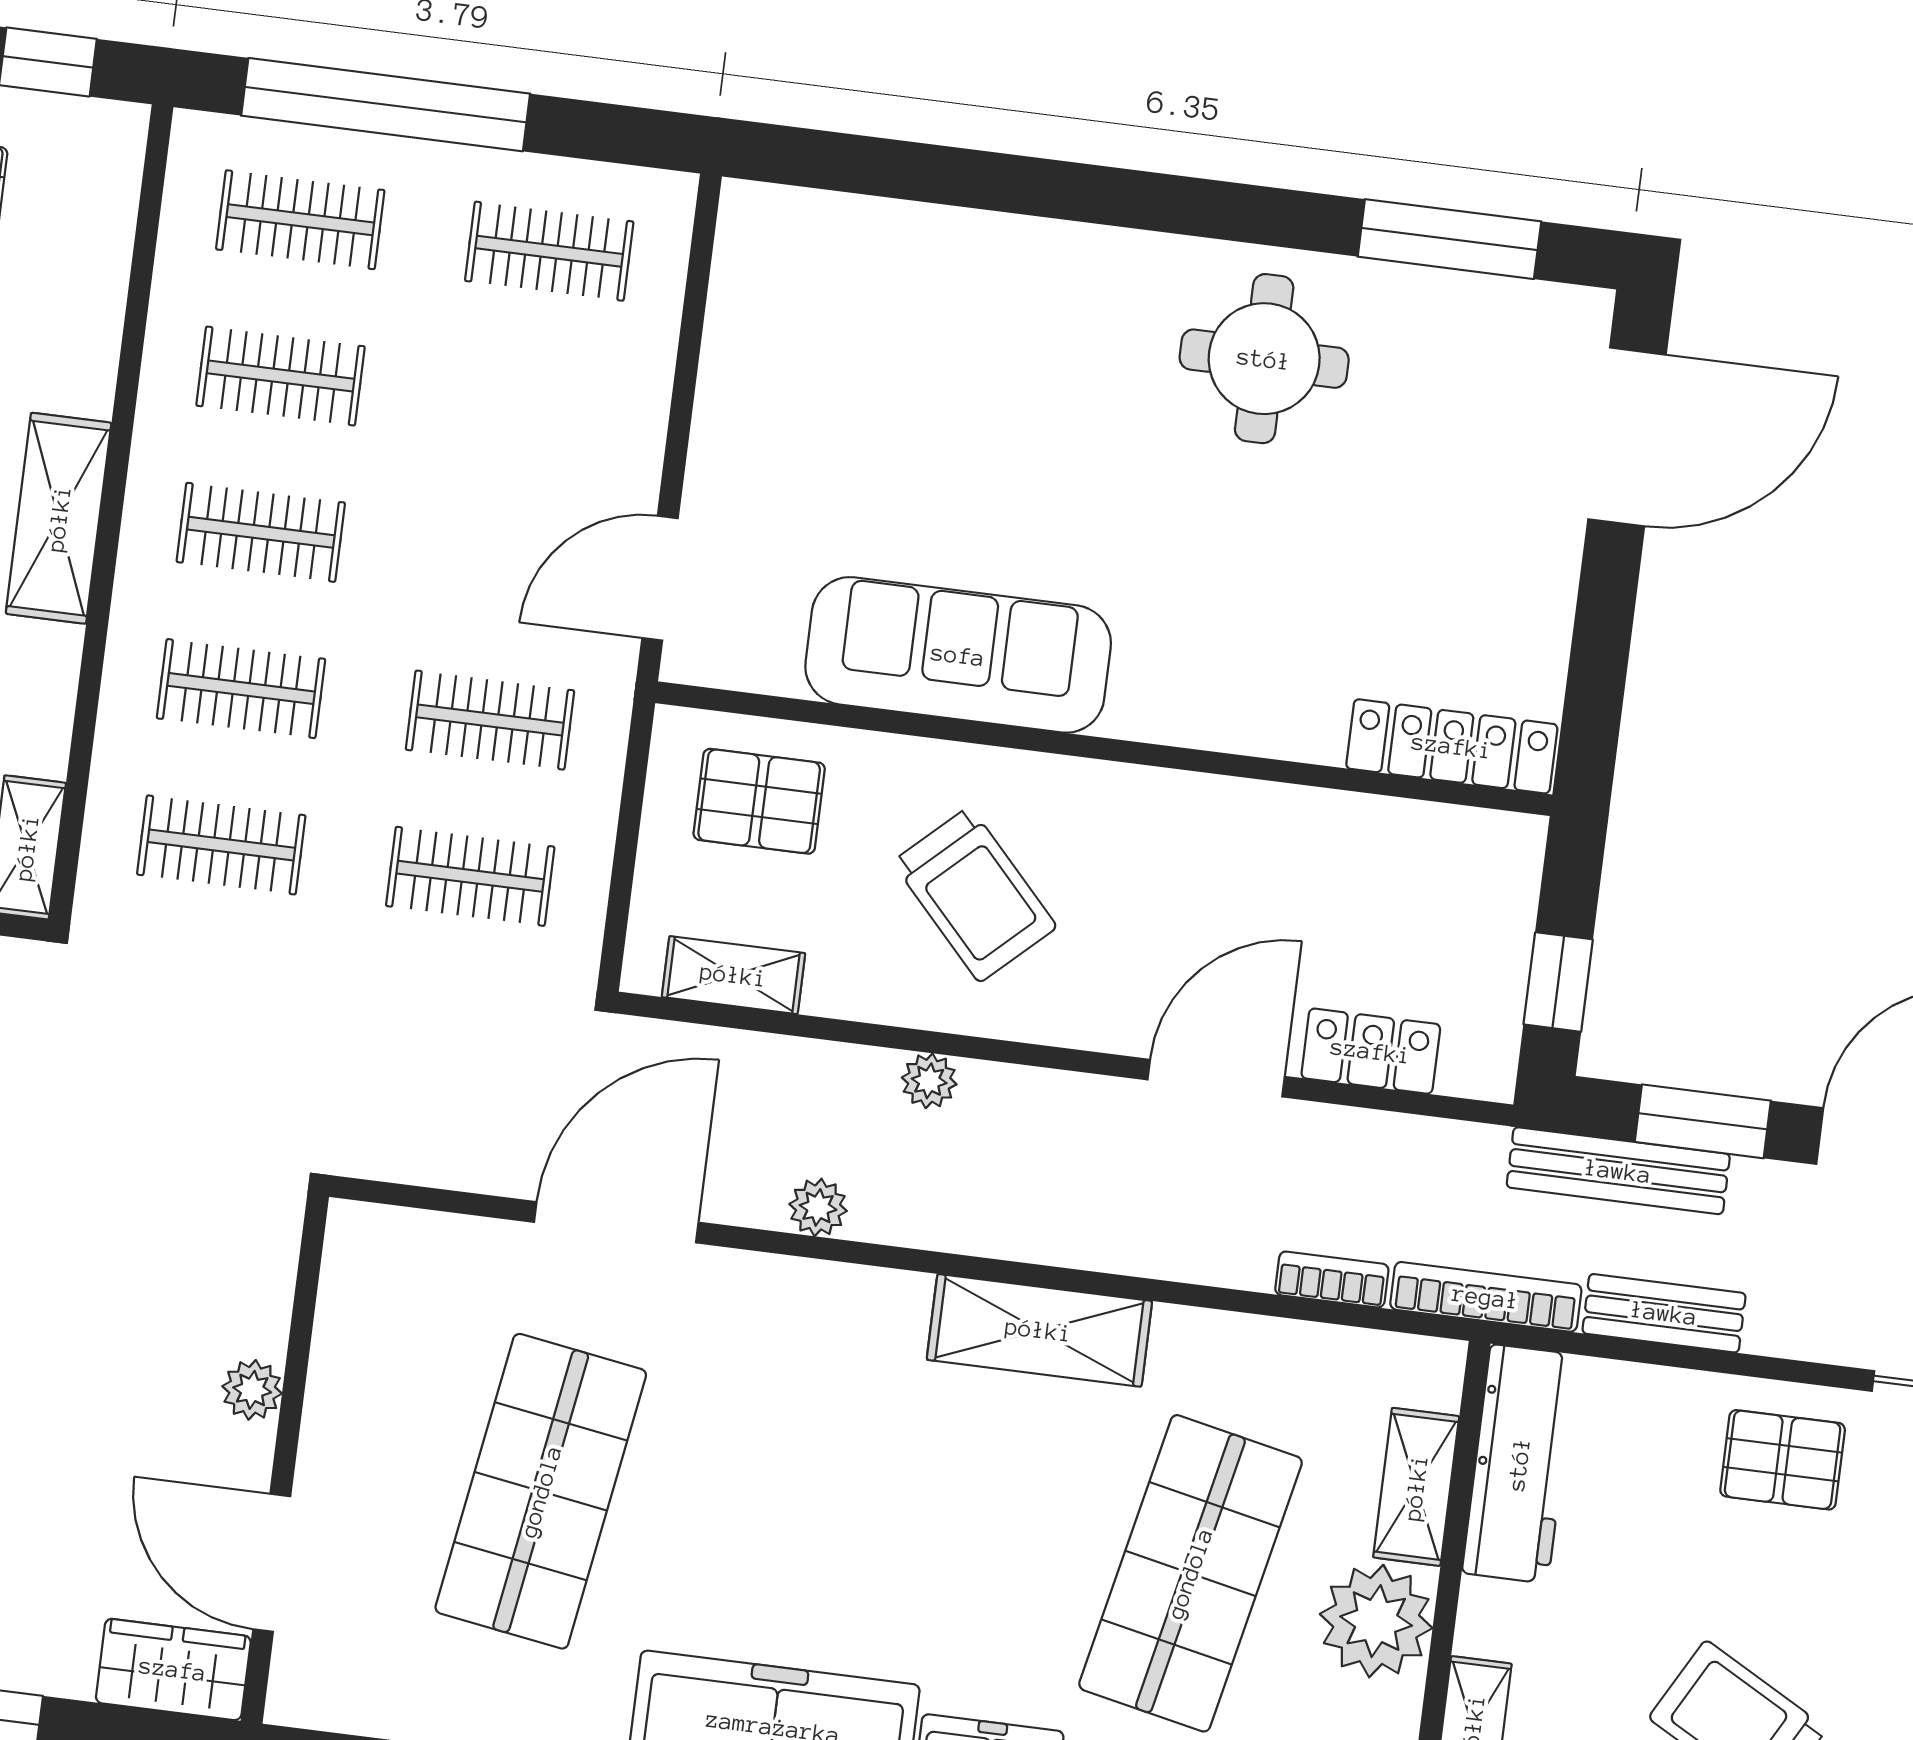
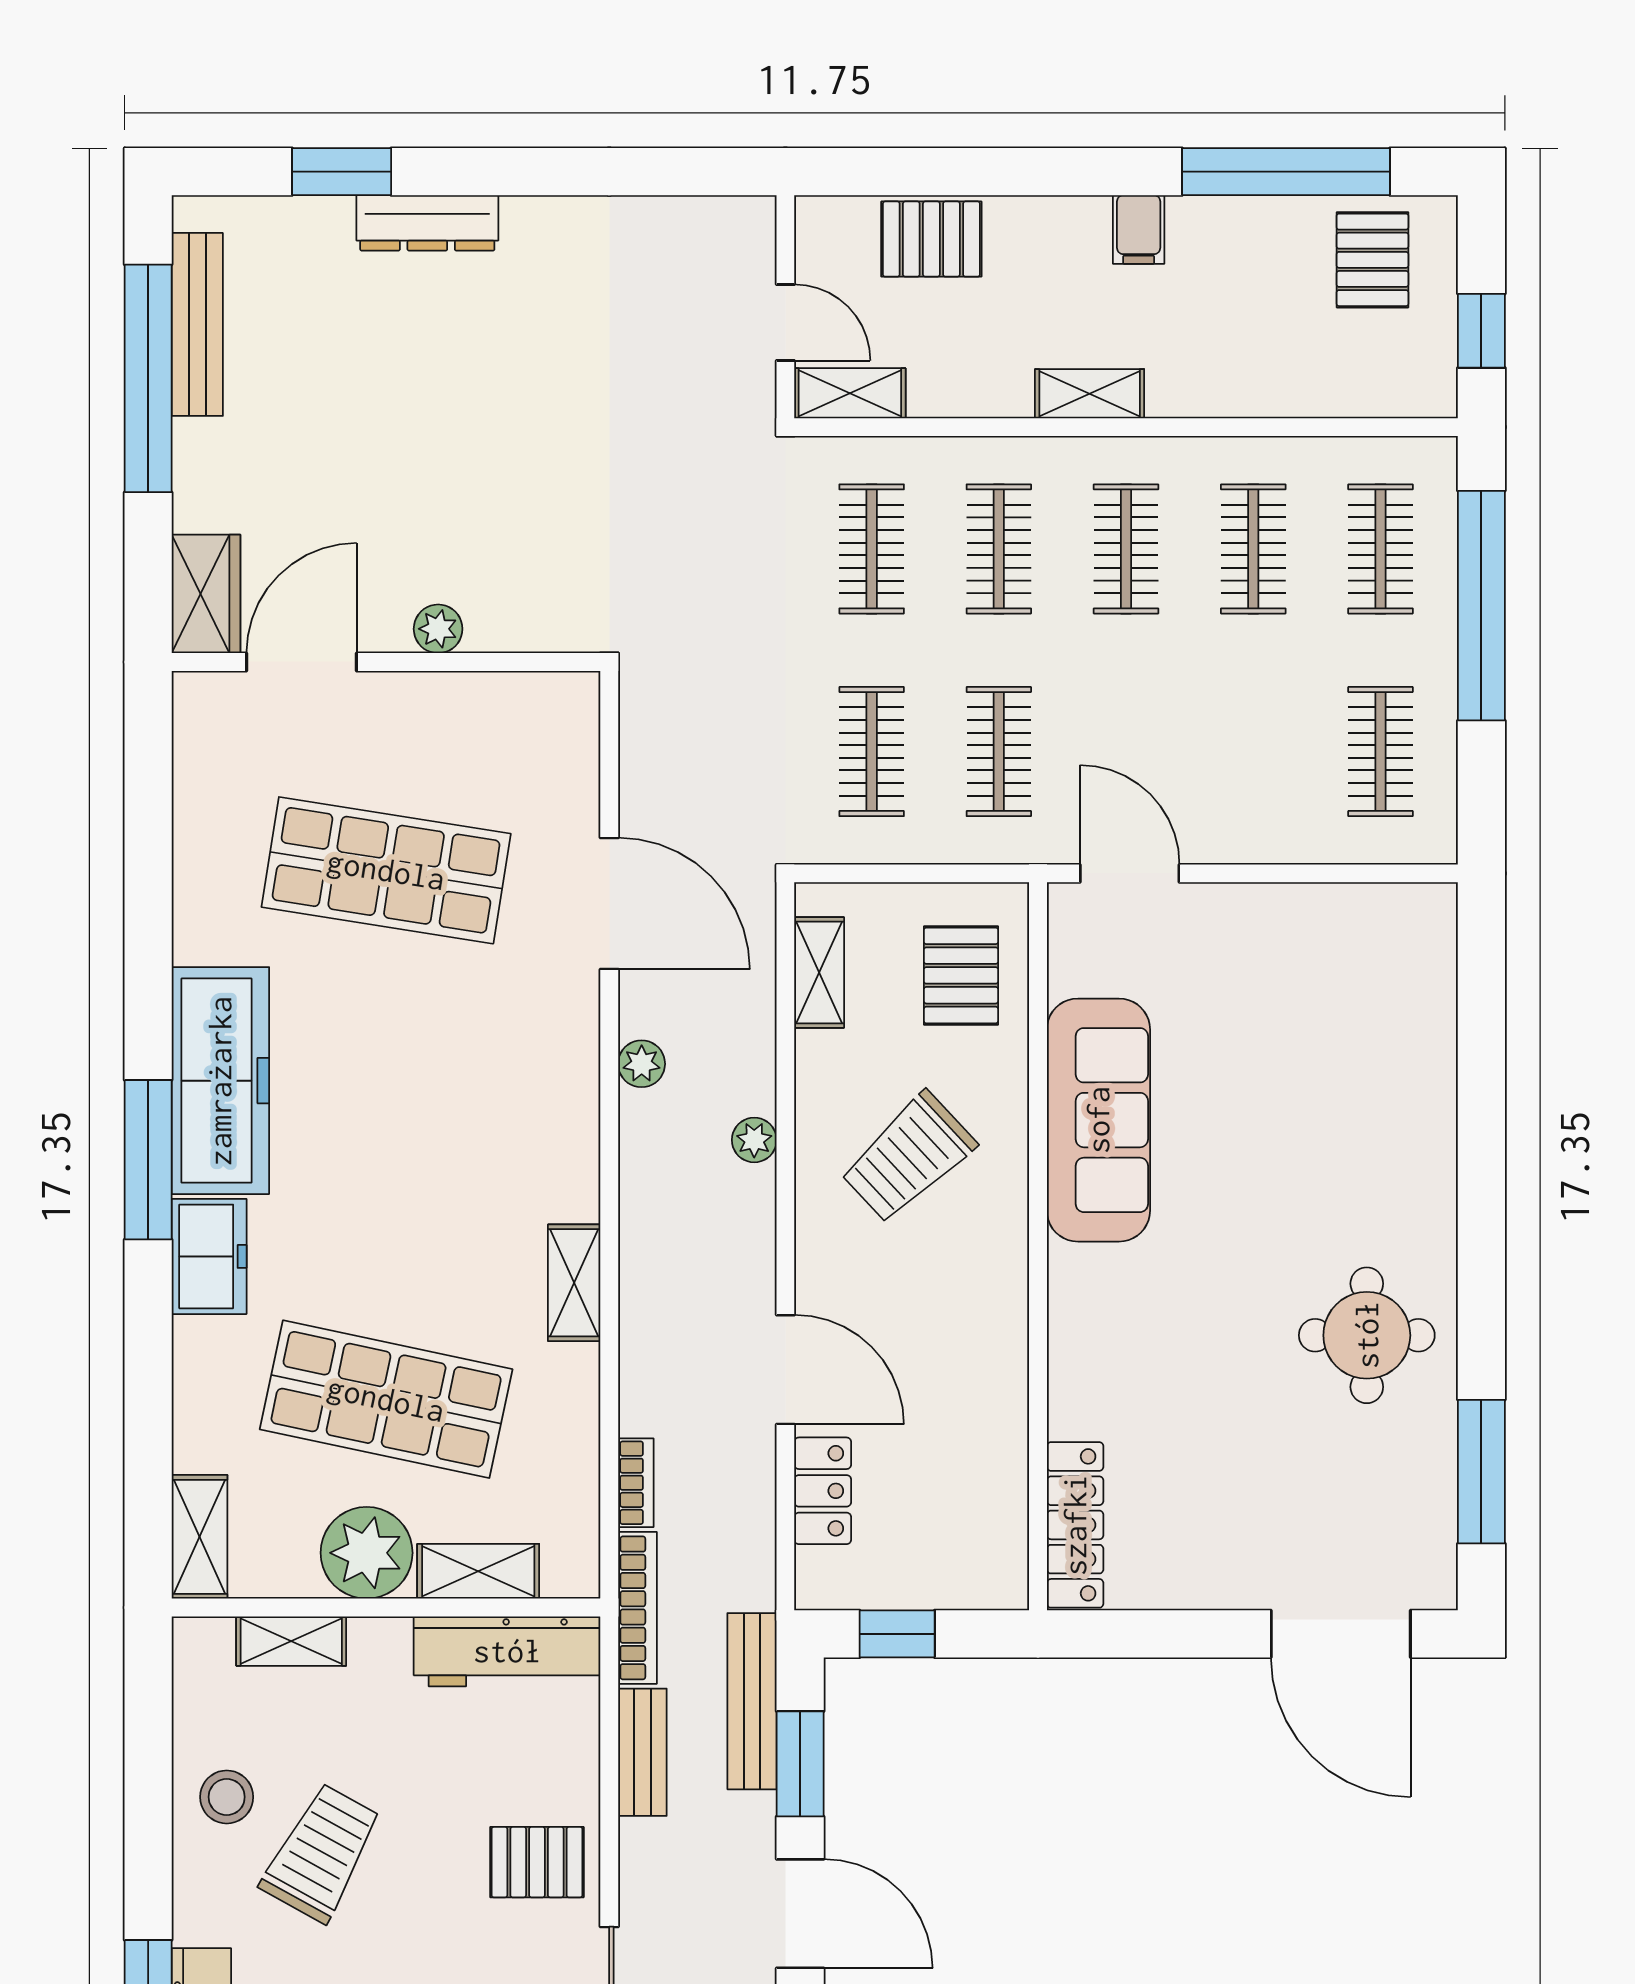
shelving: (59, 518) -> (1090, 394), width x0.67, depth x0.75
shelving: (1039, 1330) -> (574, 1283), width x0.67, depth x0.75
pallet: (1783, 1460) -> (537, 1862), turned 90

